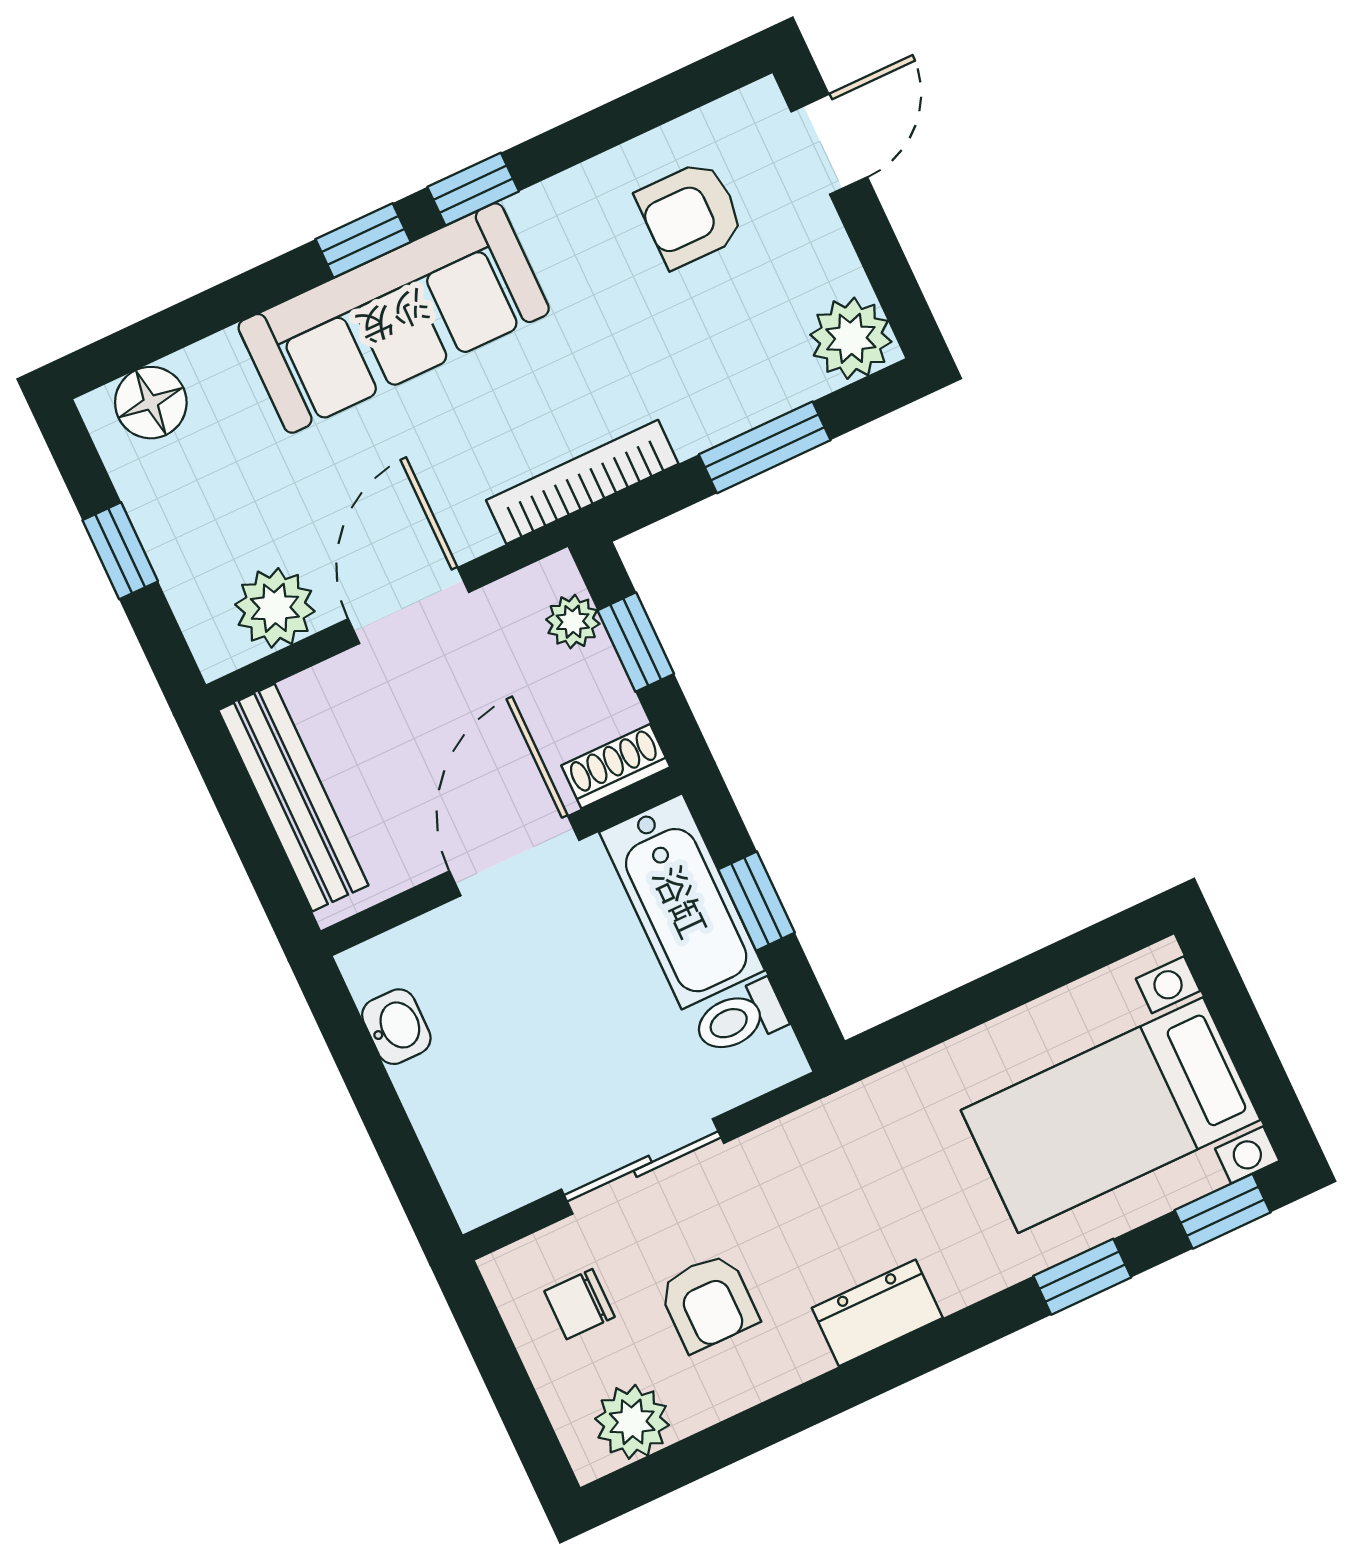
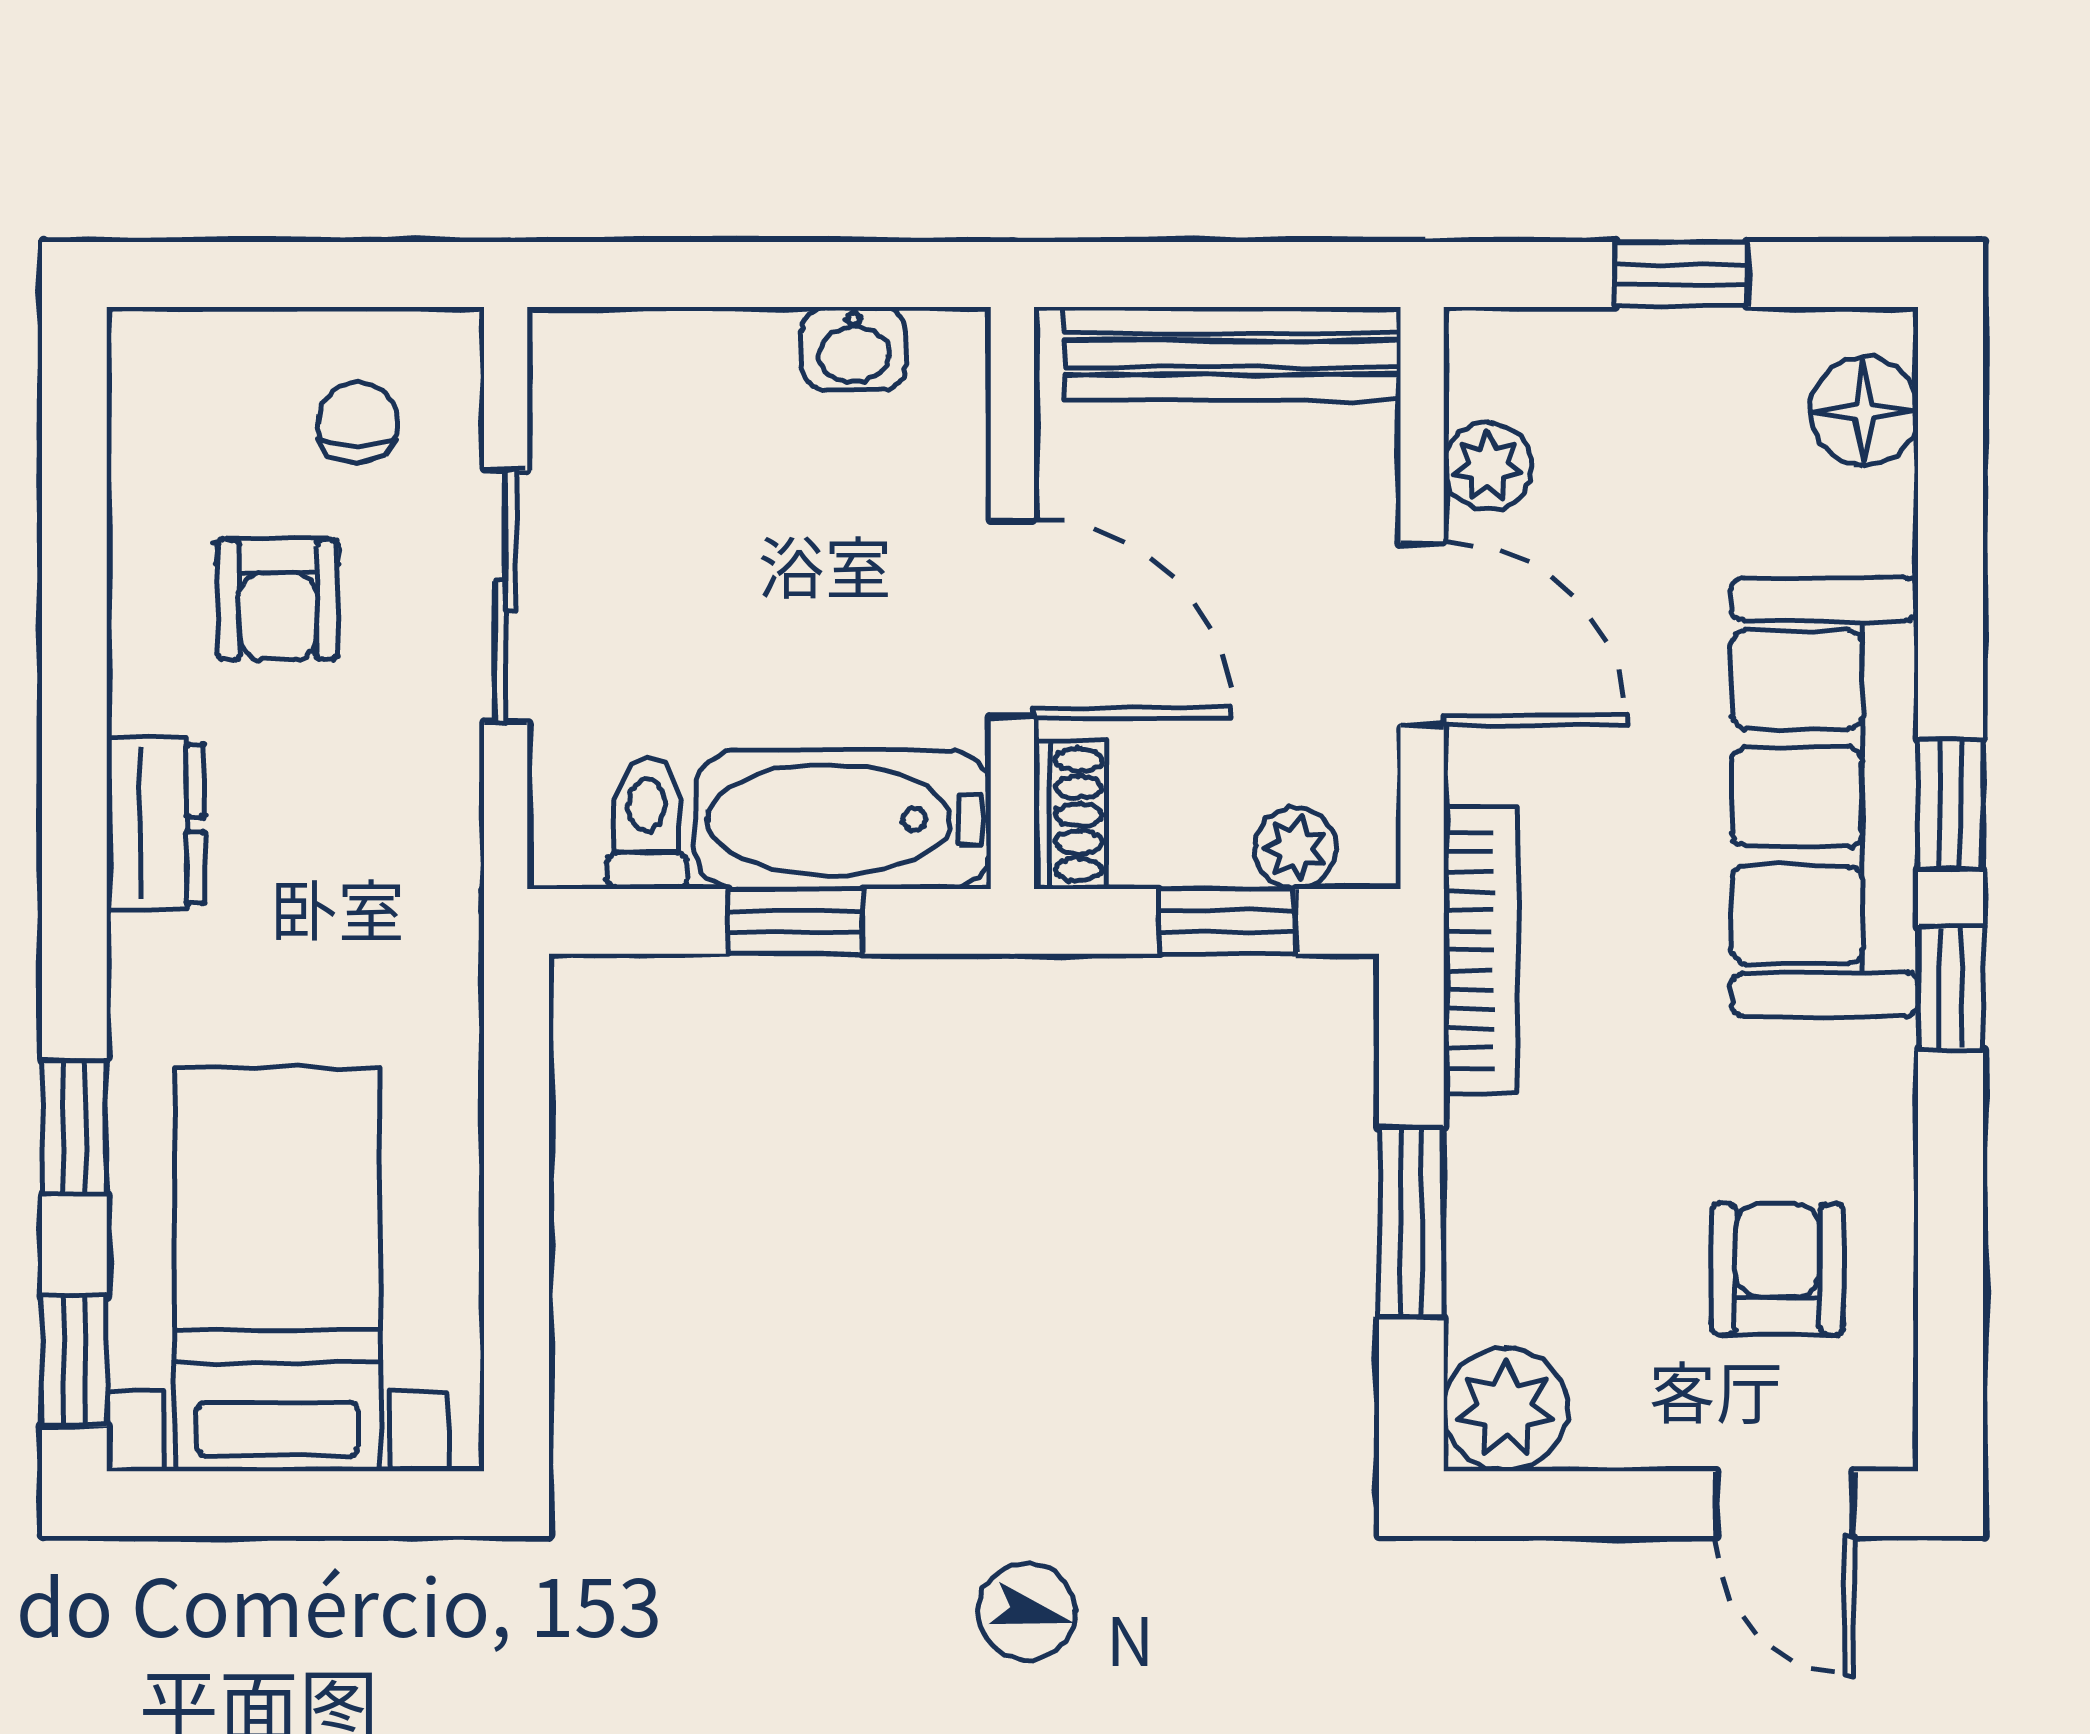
plant: (275, 608) -> (1488, 466), width x0.73, depth x0.73
armchair: (708, 1302) -> (278, 600), turned -90
plant: (632, 1422) -> (163, 419), removed

